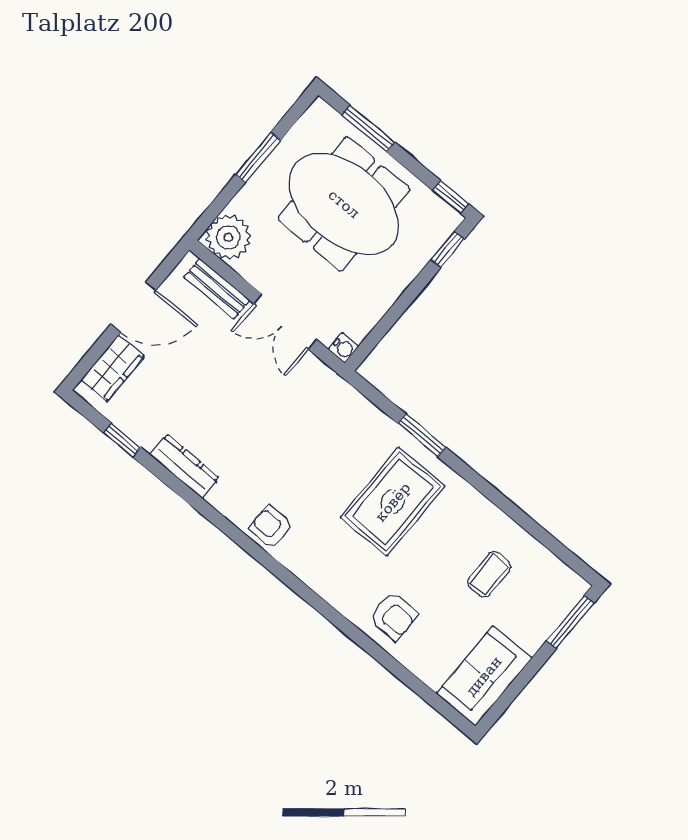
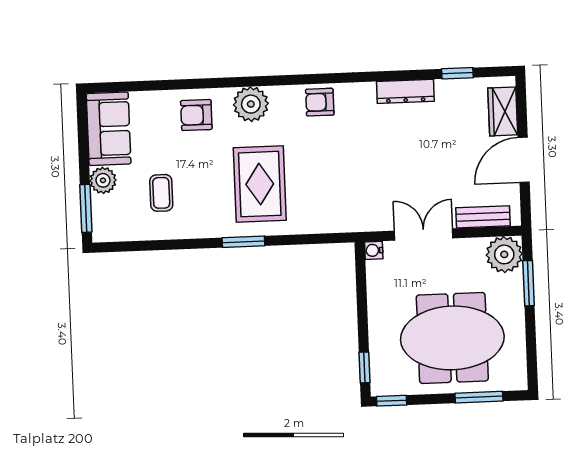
window: (258, 157) -> (529, 283), moved
window: (422, 435) -> (243, 242), moved
armchair: (271, 527) -> (320, 102), turned 180
plant: (335, 581) -> (251, 104), added
plant: (532, 633) -> (103, 180), added

